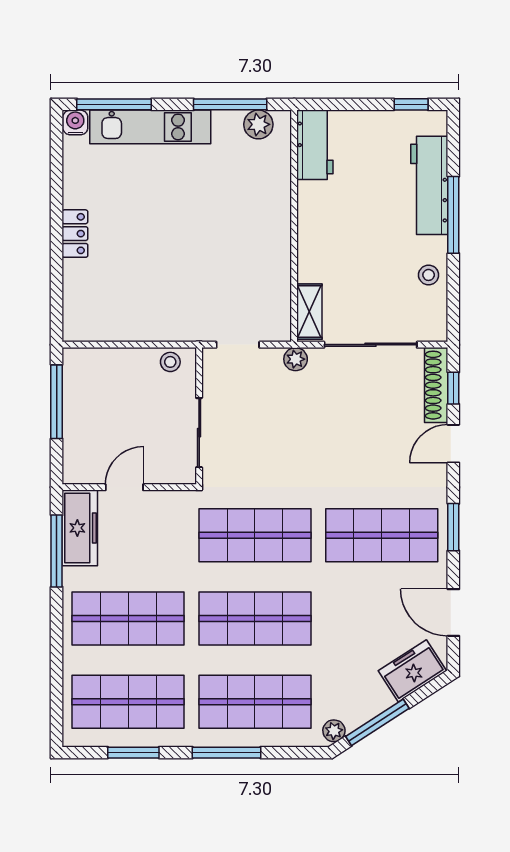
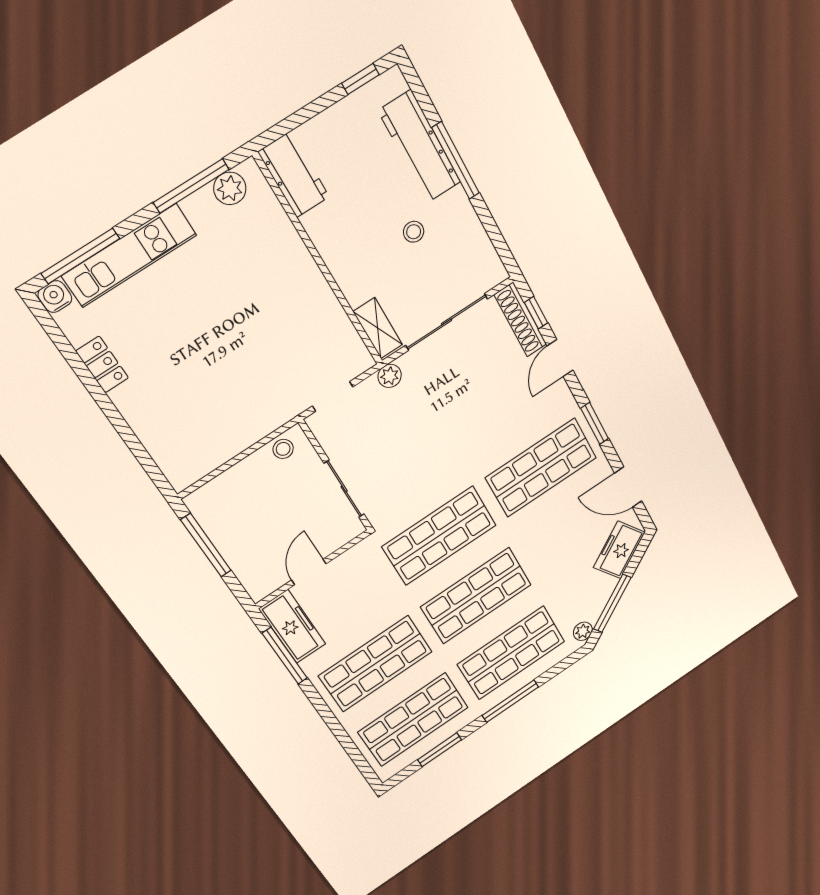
locker: (75, 234) -> (102, 365), moved
stool: (429, 275) -> (414, 232), moved

